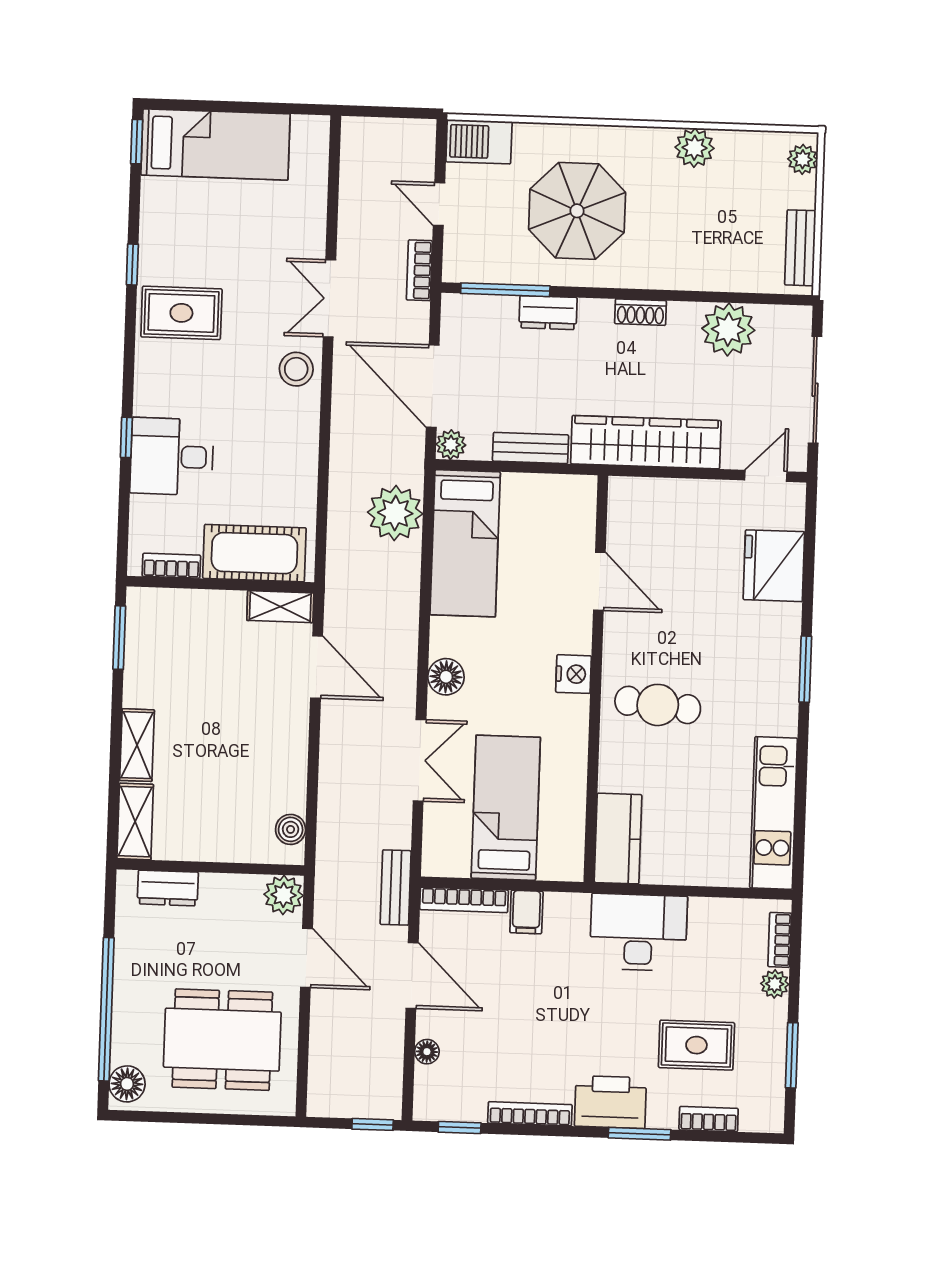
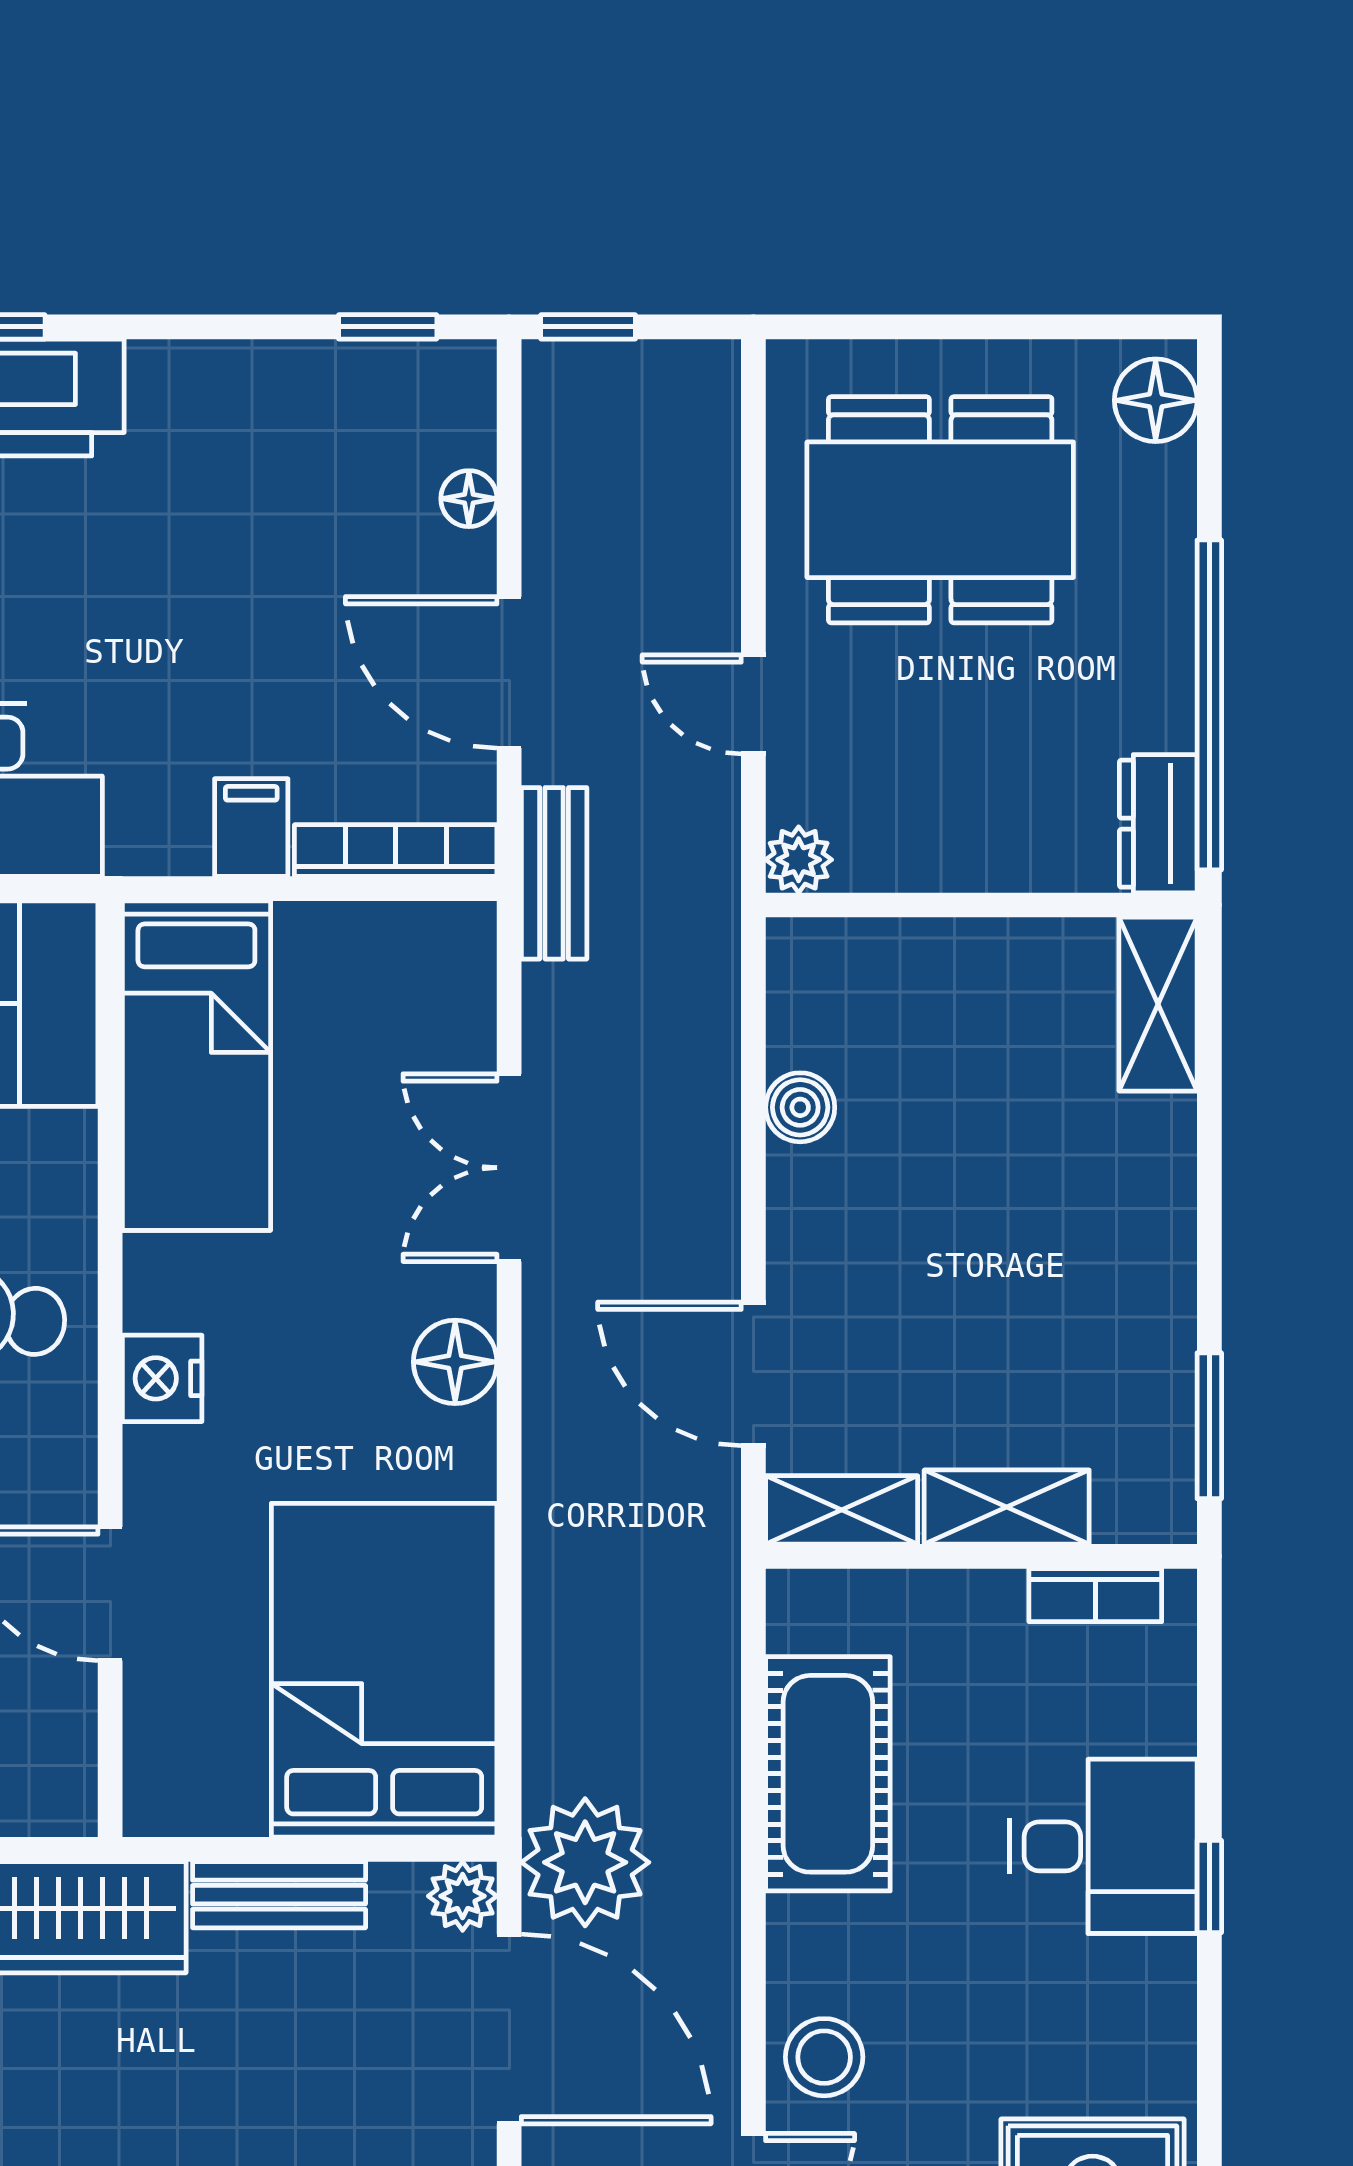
plant: (395, 513) -> (585, 1862), moved
bed: (465, 543) -> (384, 1670), width x1.50
cot: (254, 553) -> (828, 1774), moved, turned 90
shelving: (137, 745) -> (1007, 1507), moved, turned 90
bed: (506, 808) -> (196, 1066), moved
boiler: (291, 829) -> (800, 1107), moved
dresser: (168, 888) -> (1158, 824), moved, turned -90
plant: (284, 895) -> (799, 860), width x0.73, depth x0.73
door: (306, 958) -> (753, 704), width x0.73
window: (106, 1009) -> (1209, 705), moved
bookcase: (530, 1114) -> (227, 364), removed

